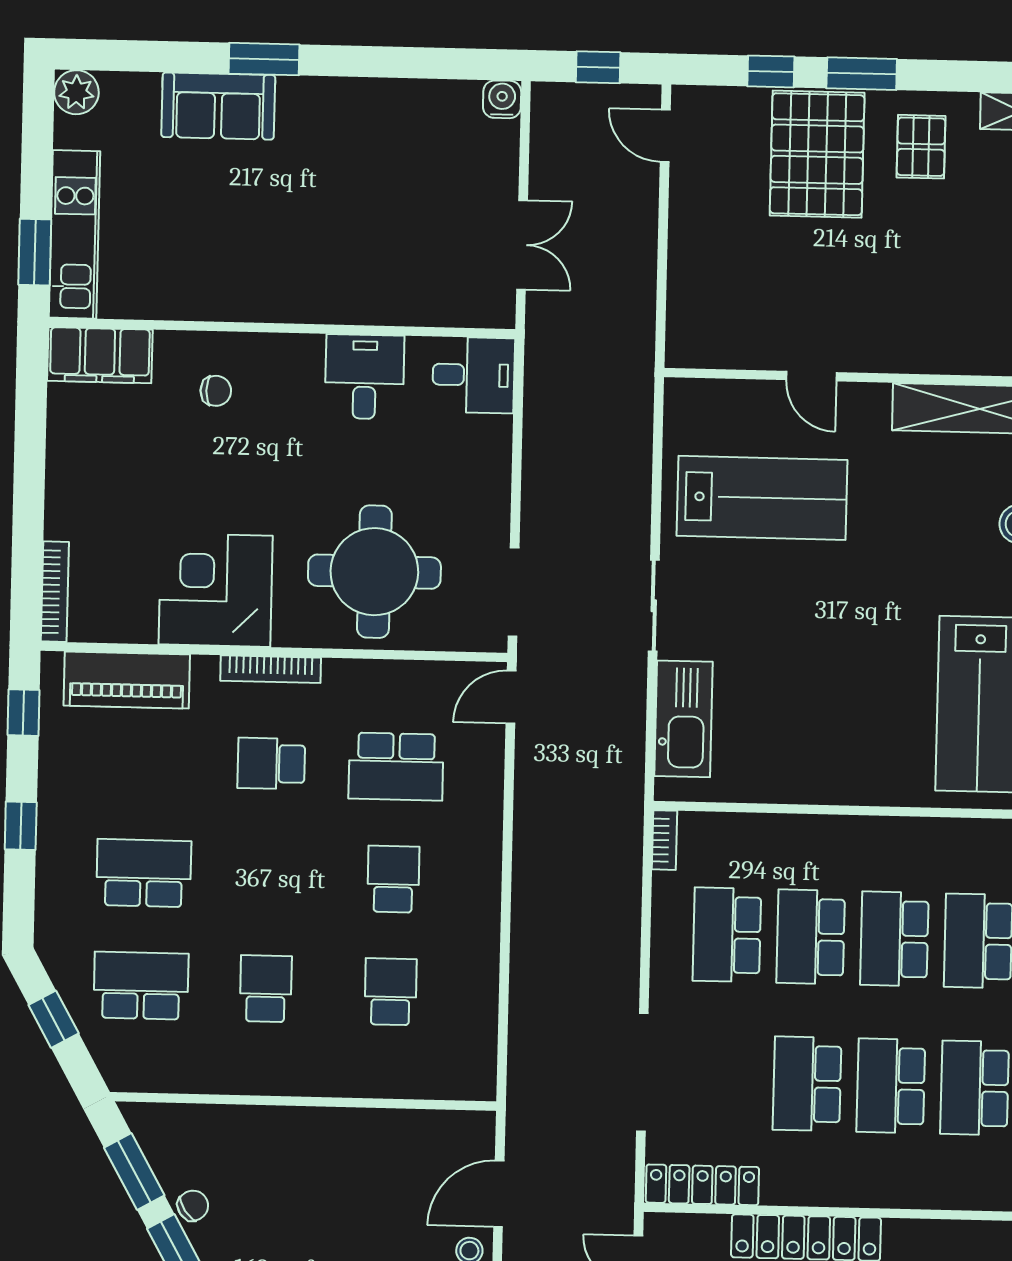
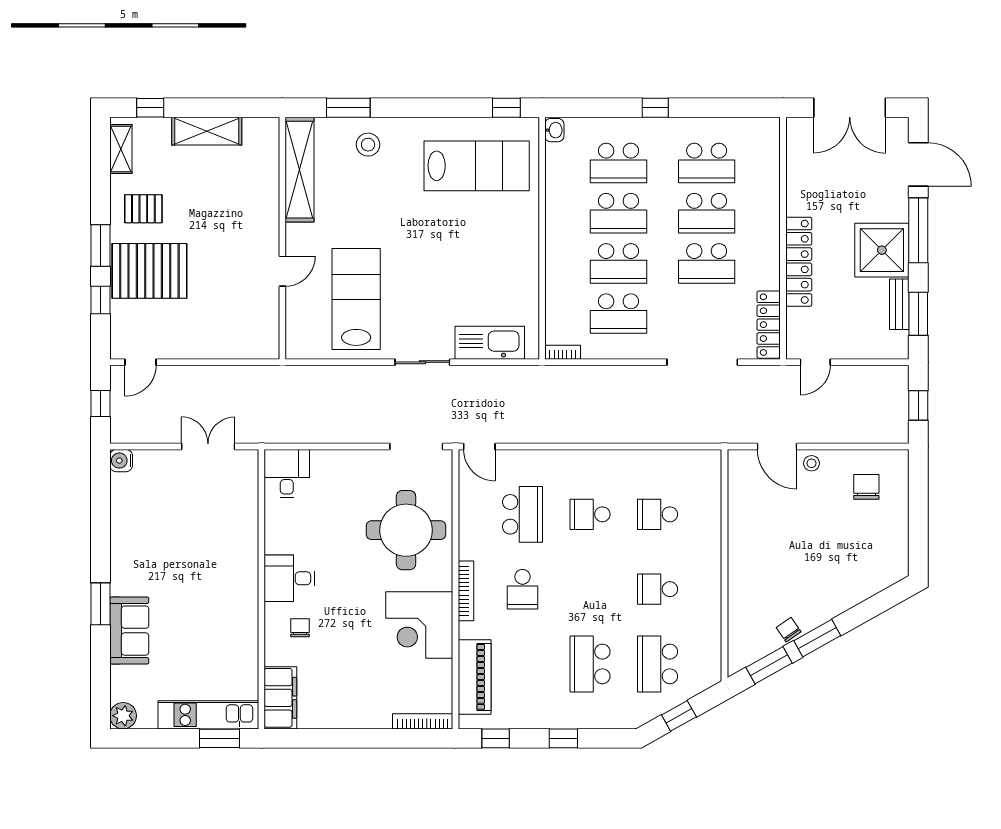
desk: (365, 377) -> (289, 578), moved

